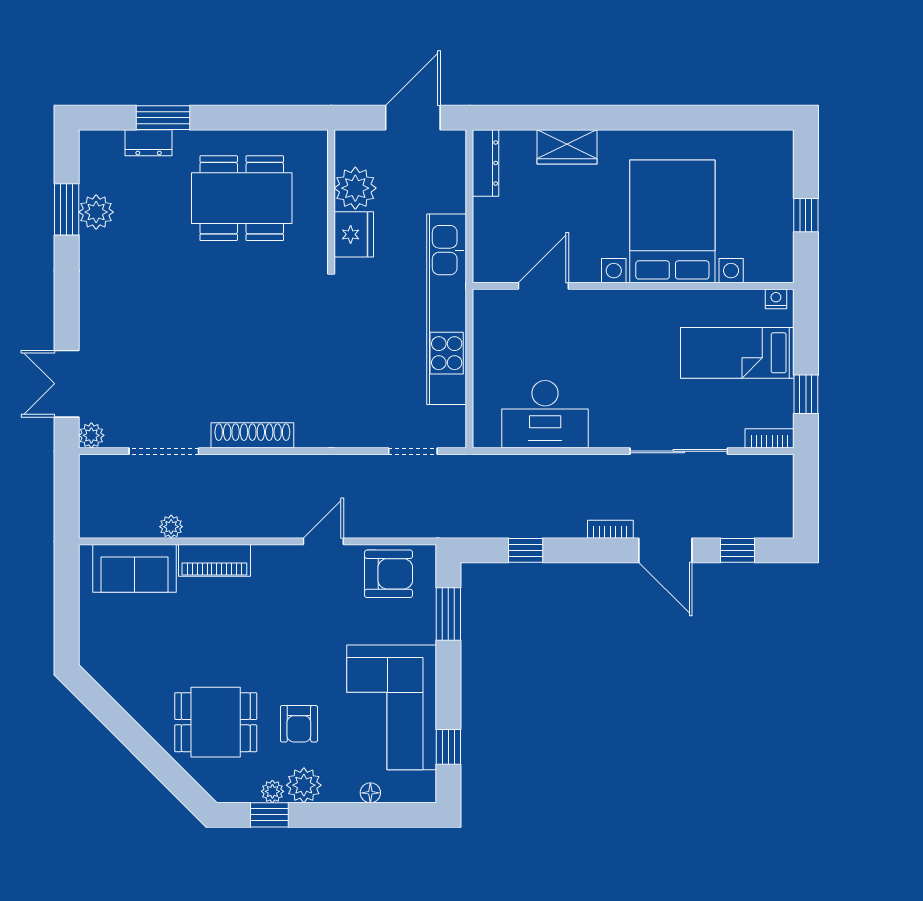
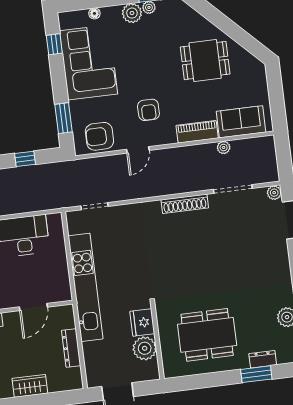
dresser: (485, 163) -> (71, 348), moved
dining table: (216, 722) -> (205, 61), moved
armchair: (299, 724) -> (148, 110), moved, turned 180

